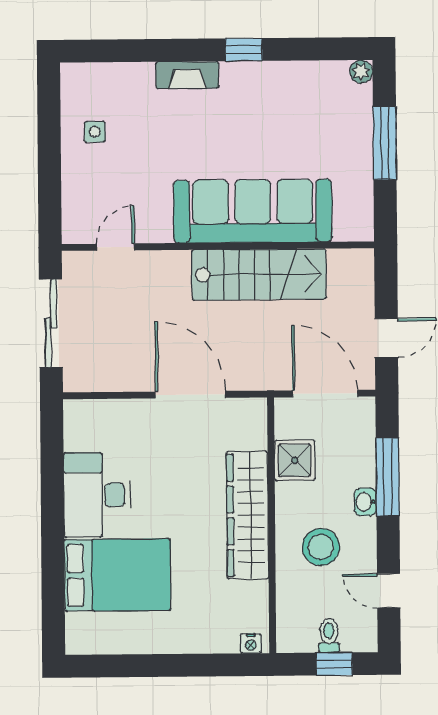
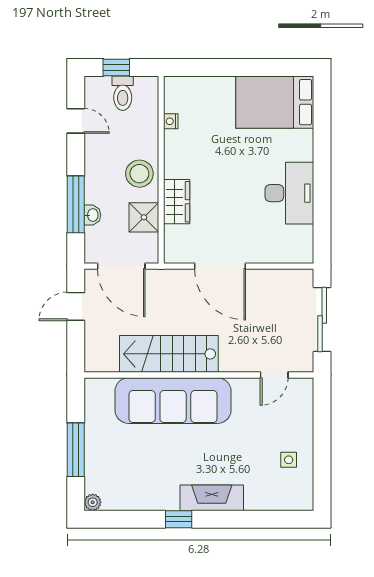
fireplace: (187, 75) -> (212, 498), width x1.37, depth x1.32
washbasin: (365, 502) -> (92, 215), moved
wardrobe: (248, 515) -> (177, 202), width x0.48, depth x0.85
stool: (321, 547) -> (139, 174), moved
bed: (117, 575) -> (275, 102), moved
toilet: (329, 636) -> (123, 93), width x1.37, depth x1.39
nightstand: (251, 644) -> (171, 121), moved, turned -90

